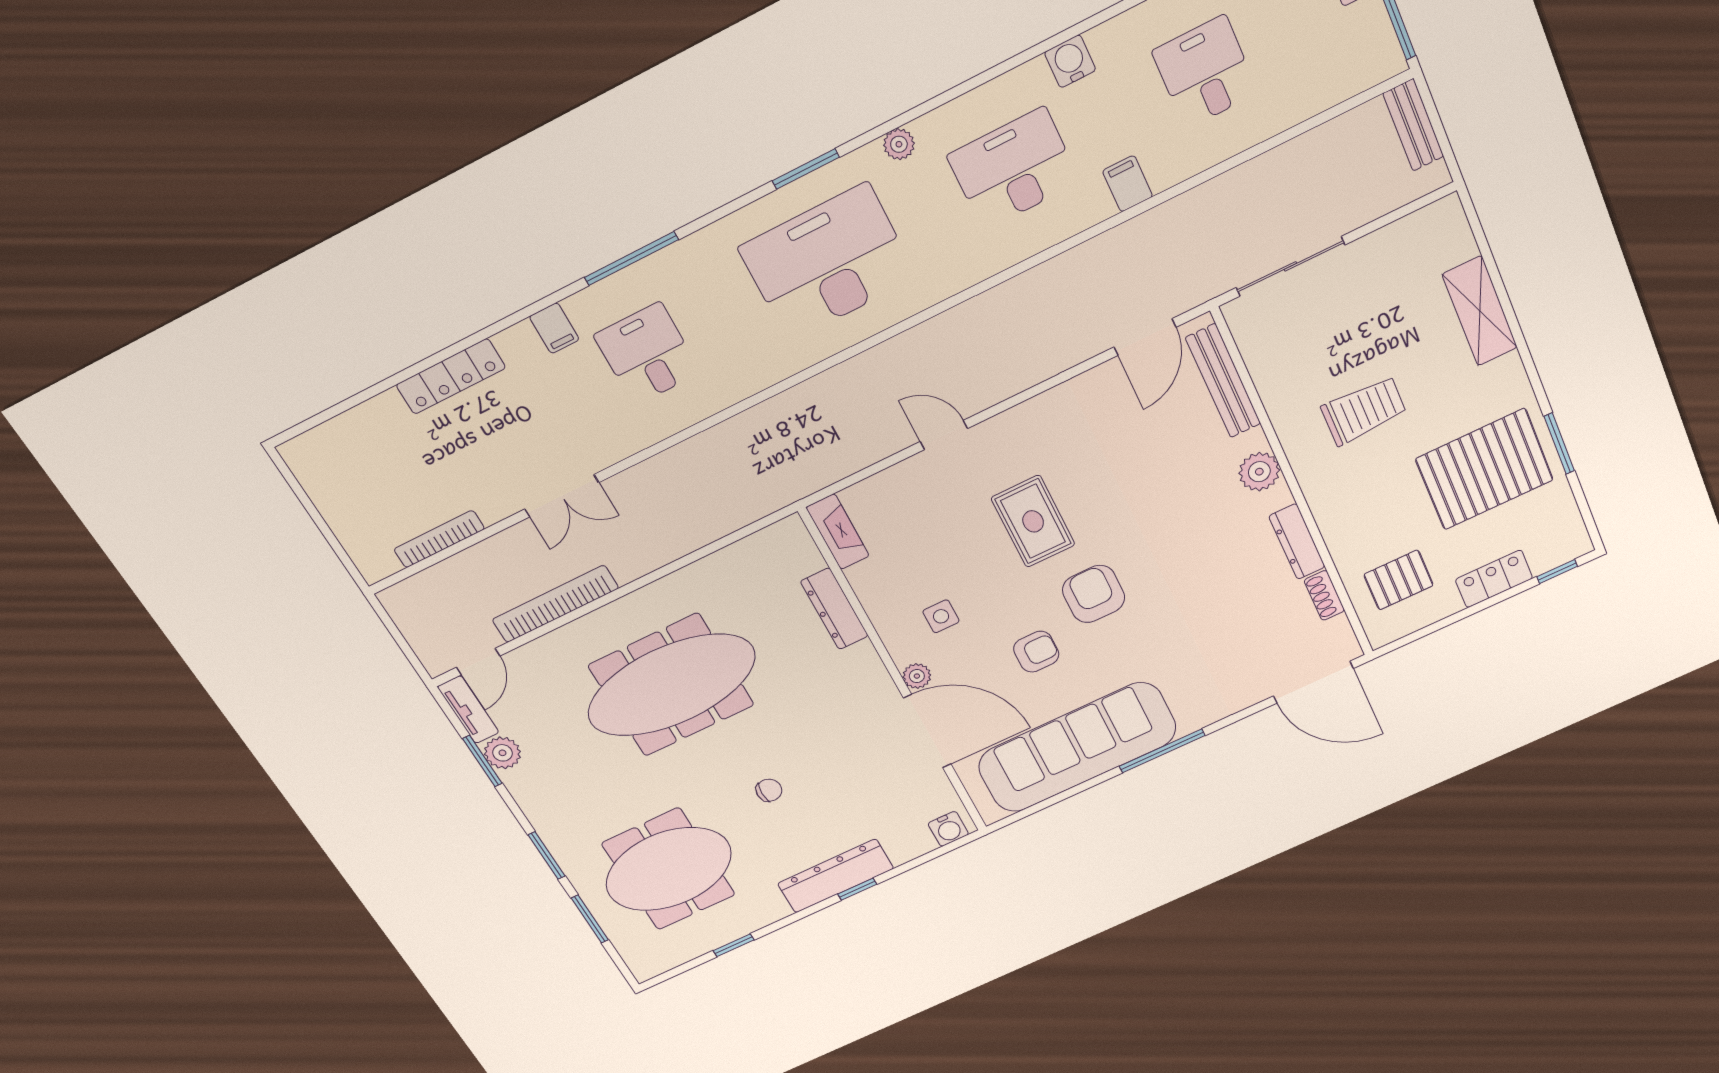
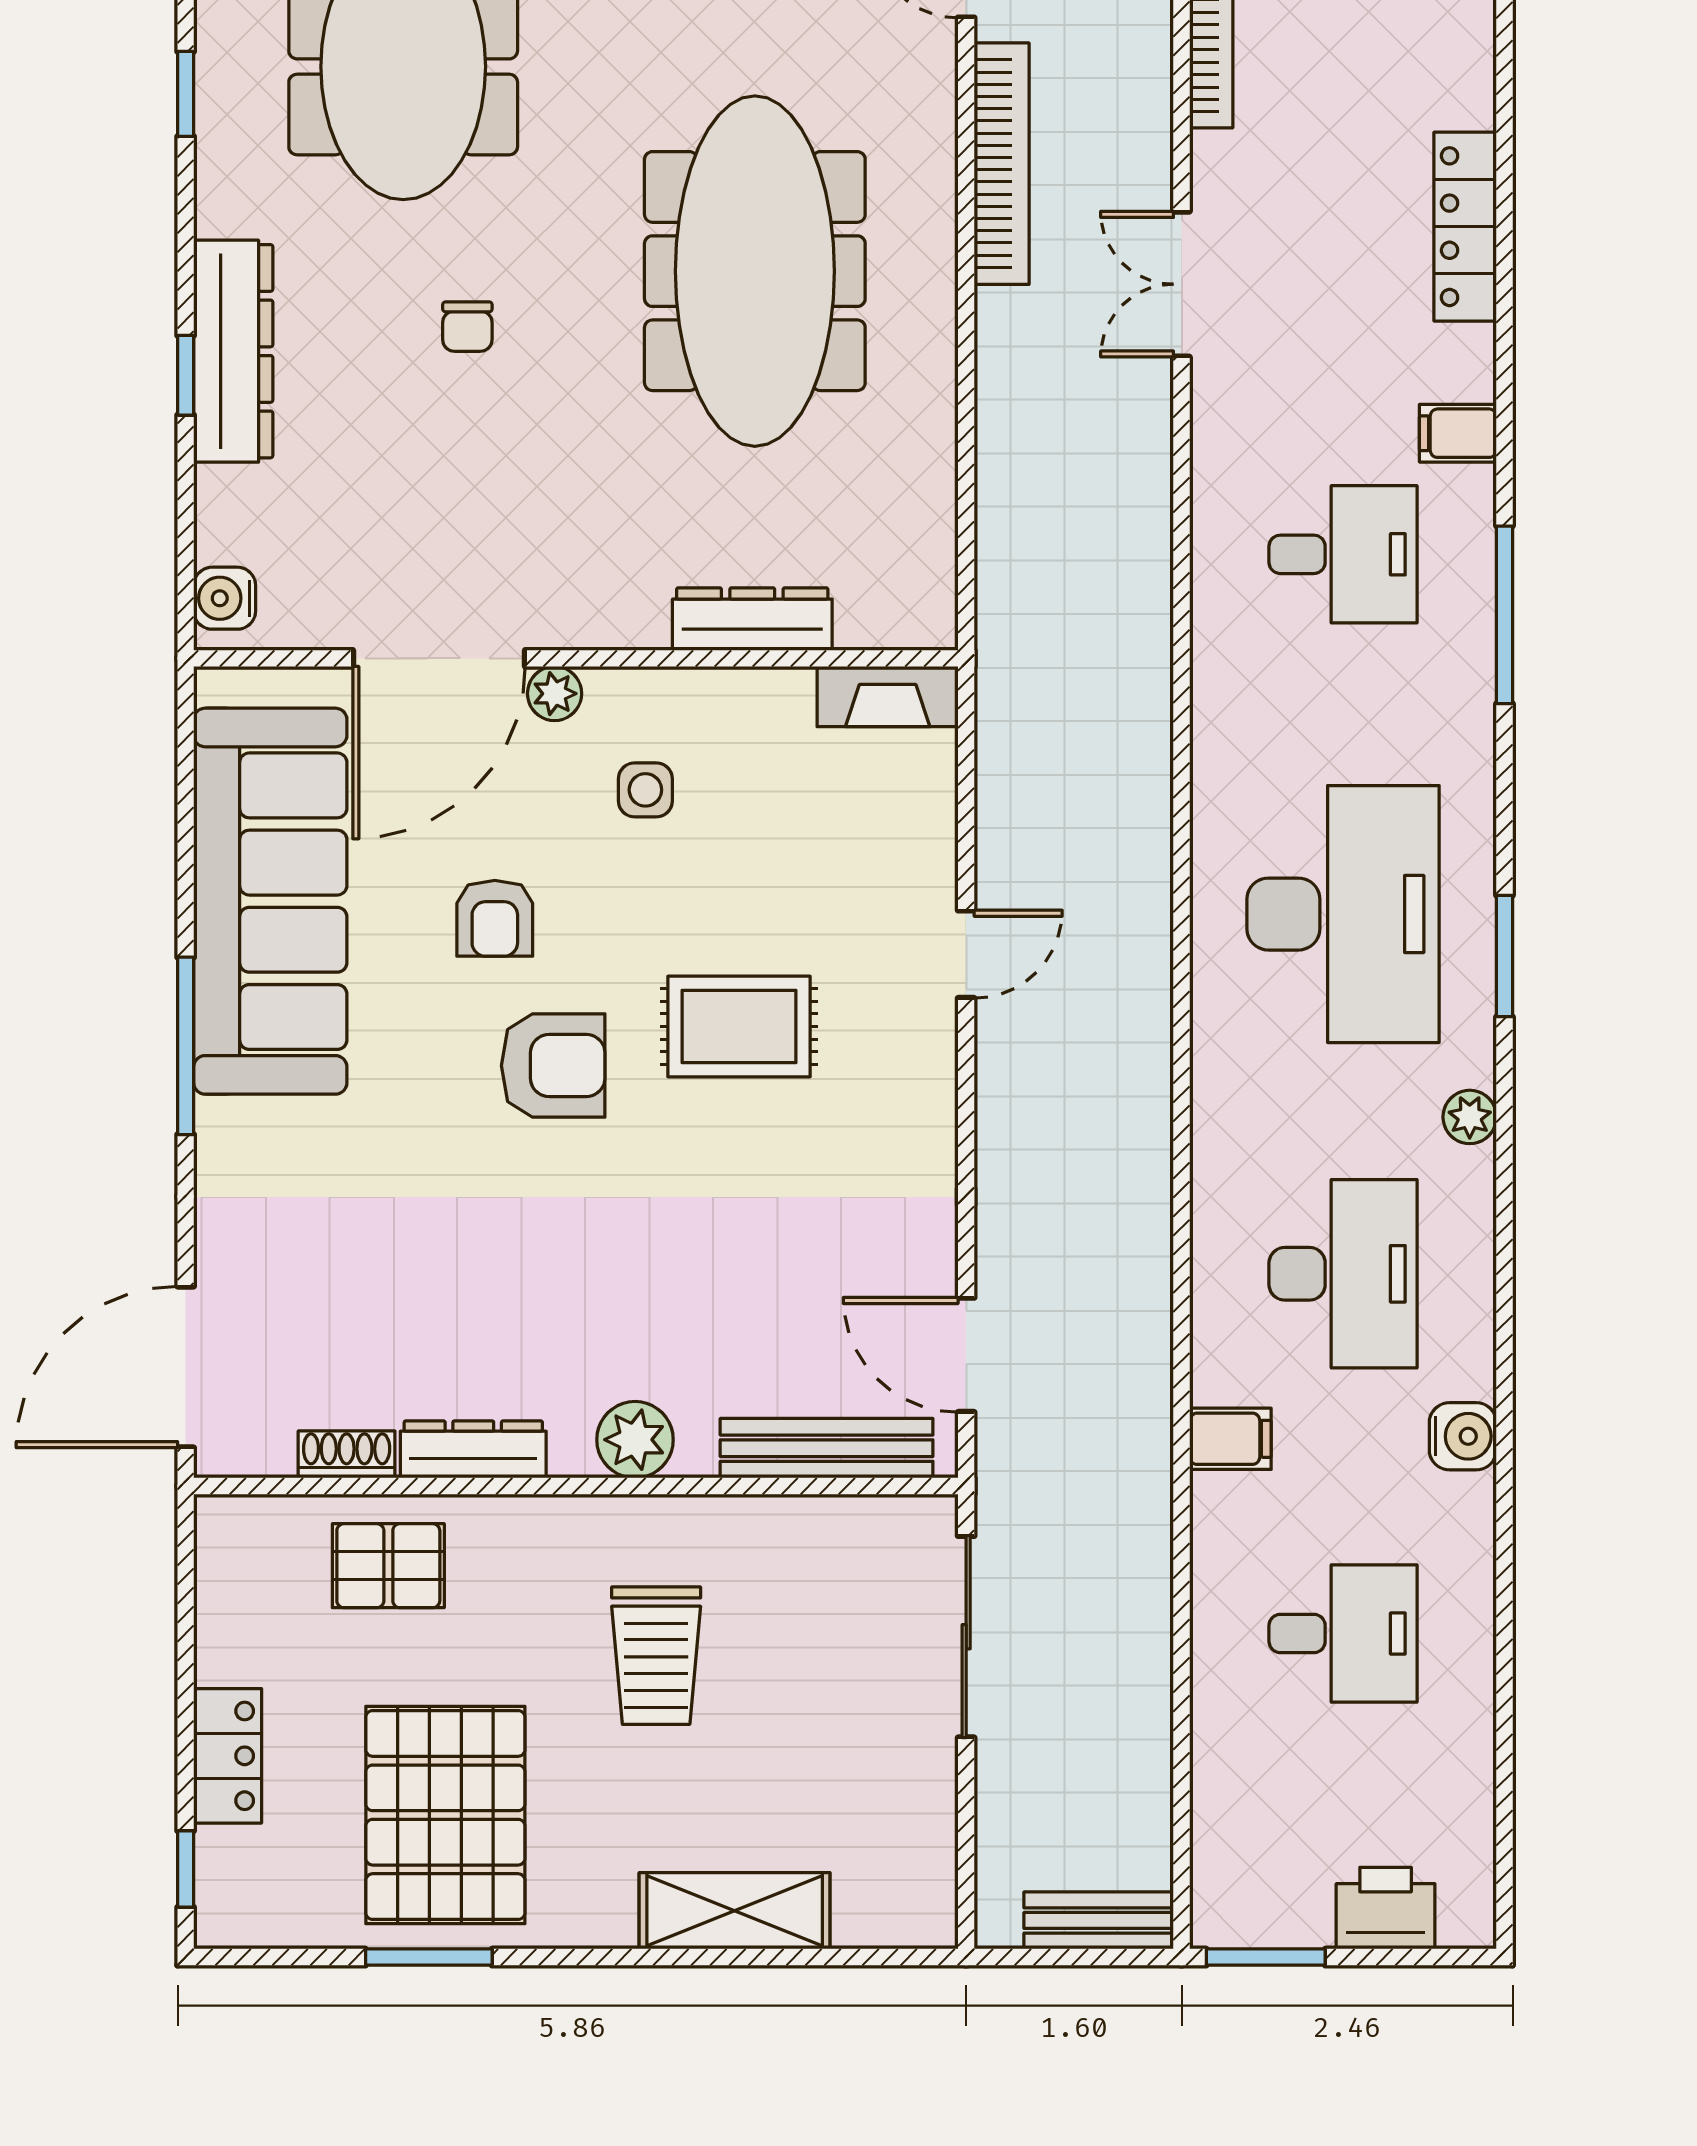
pallet: (1399, 580) -> (388, 1566), moved, turned 90

